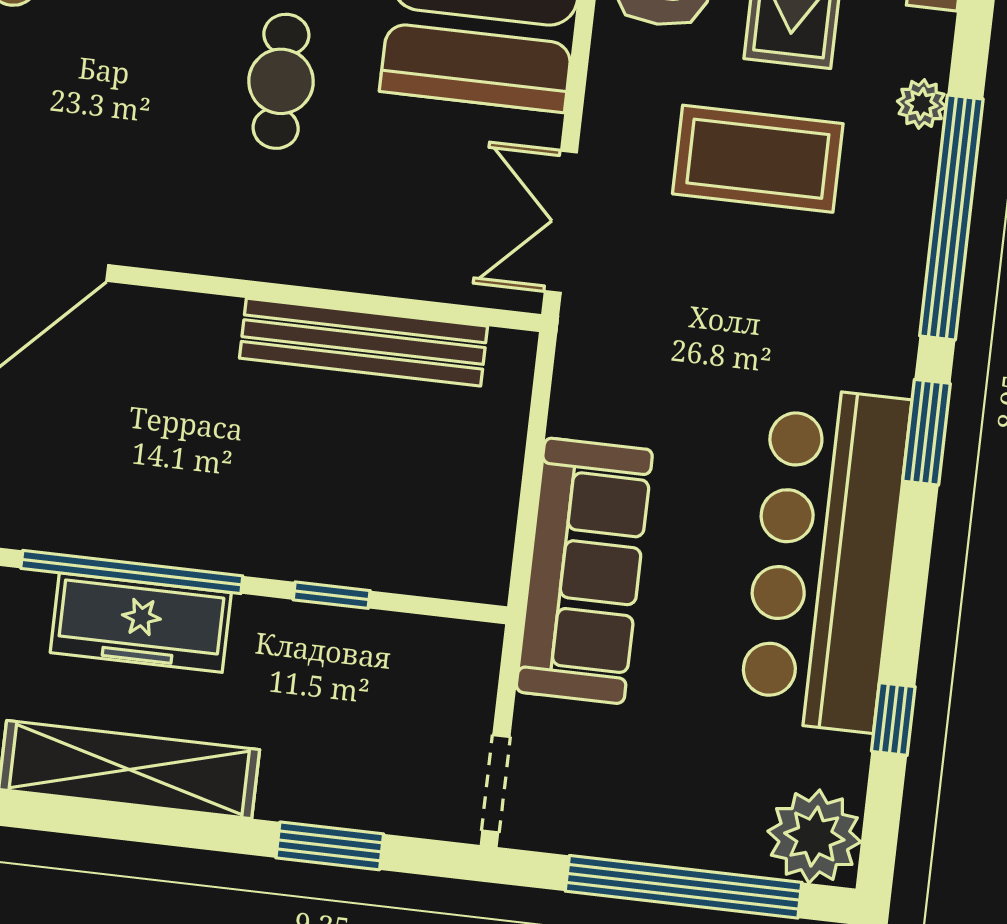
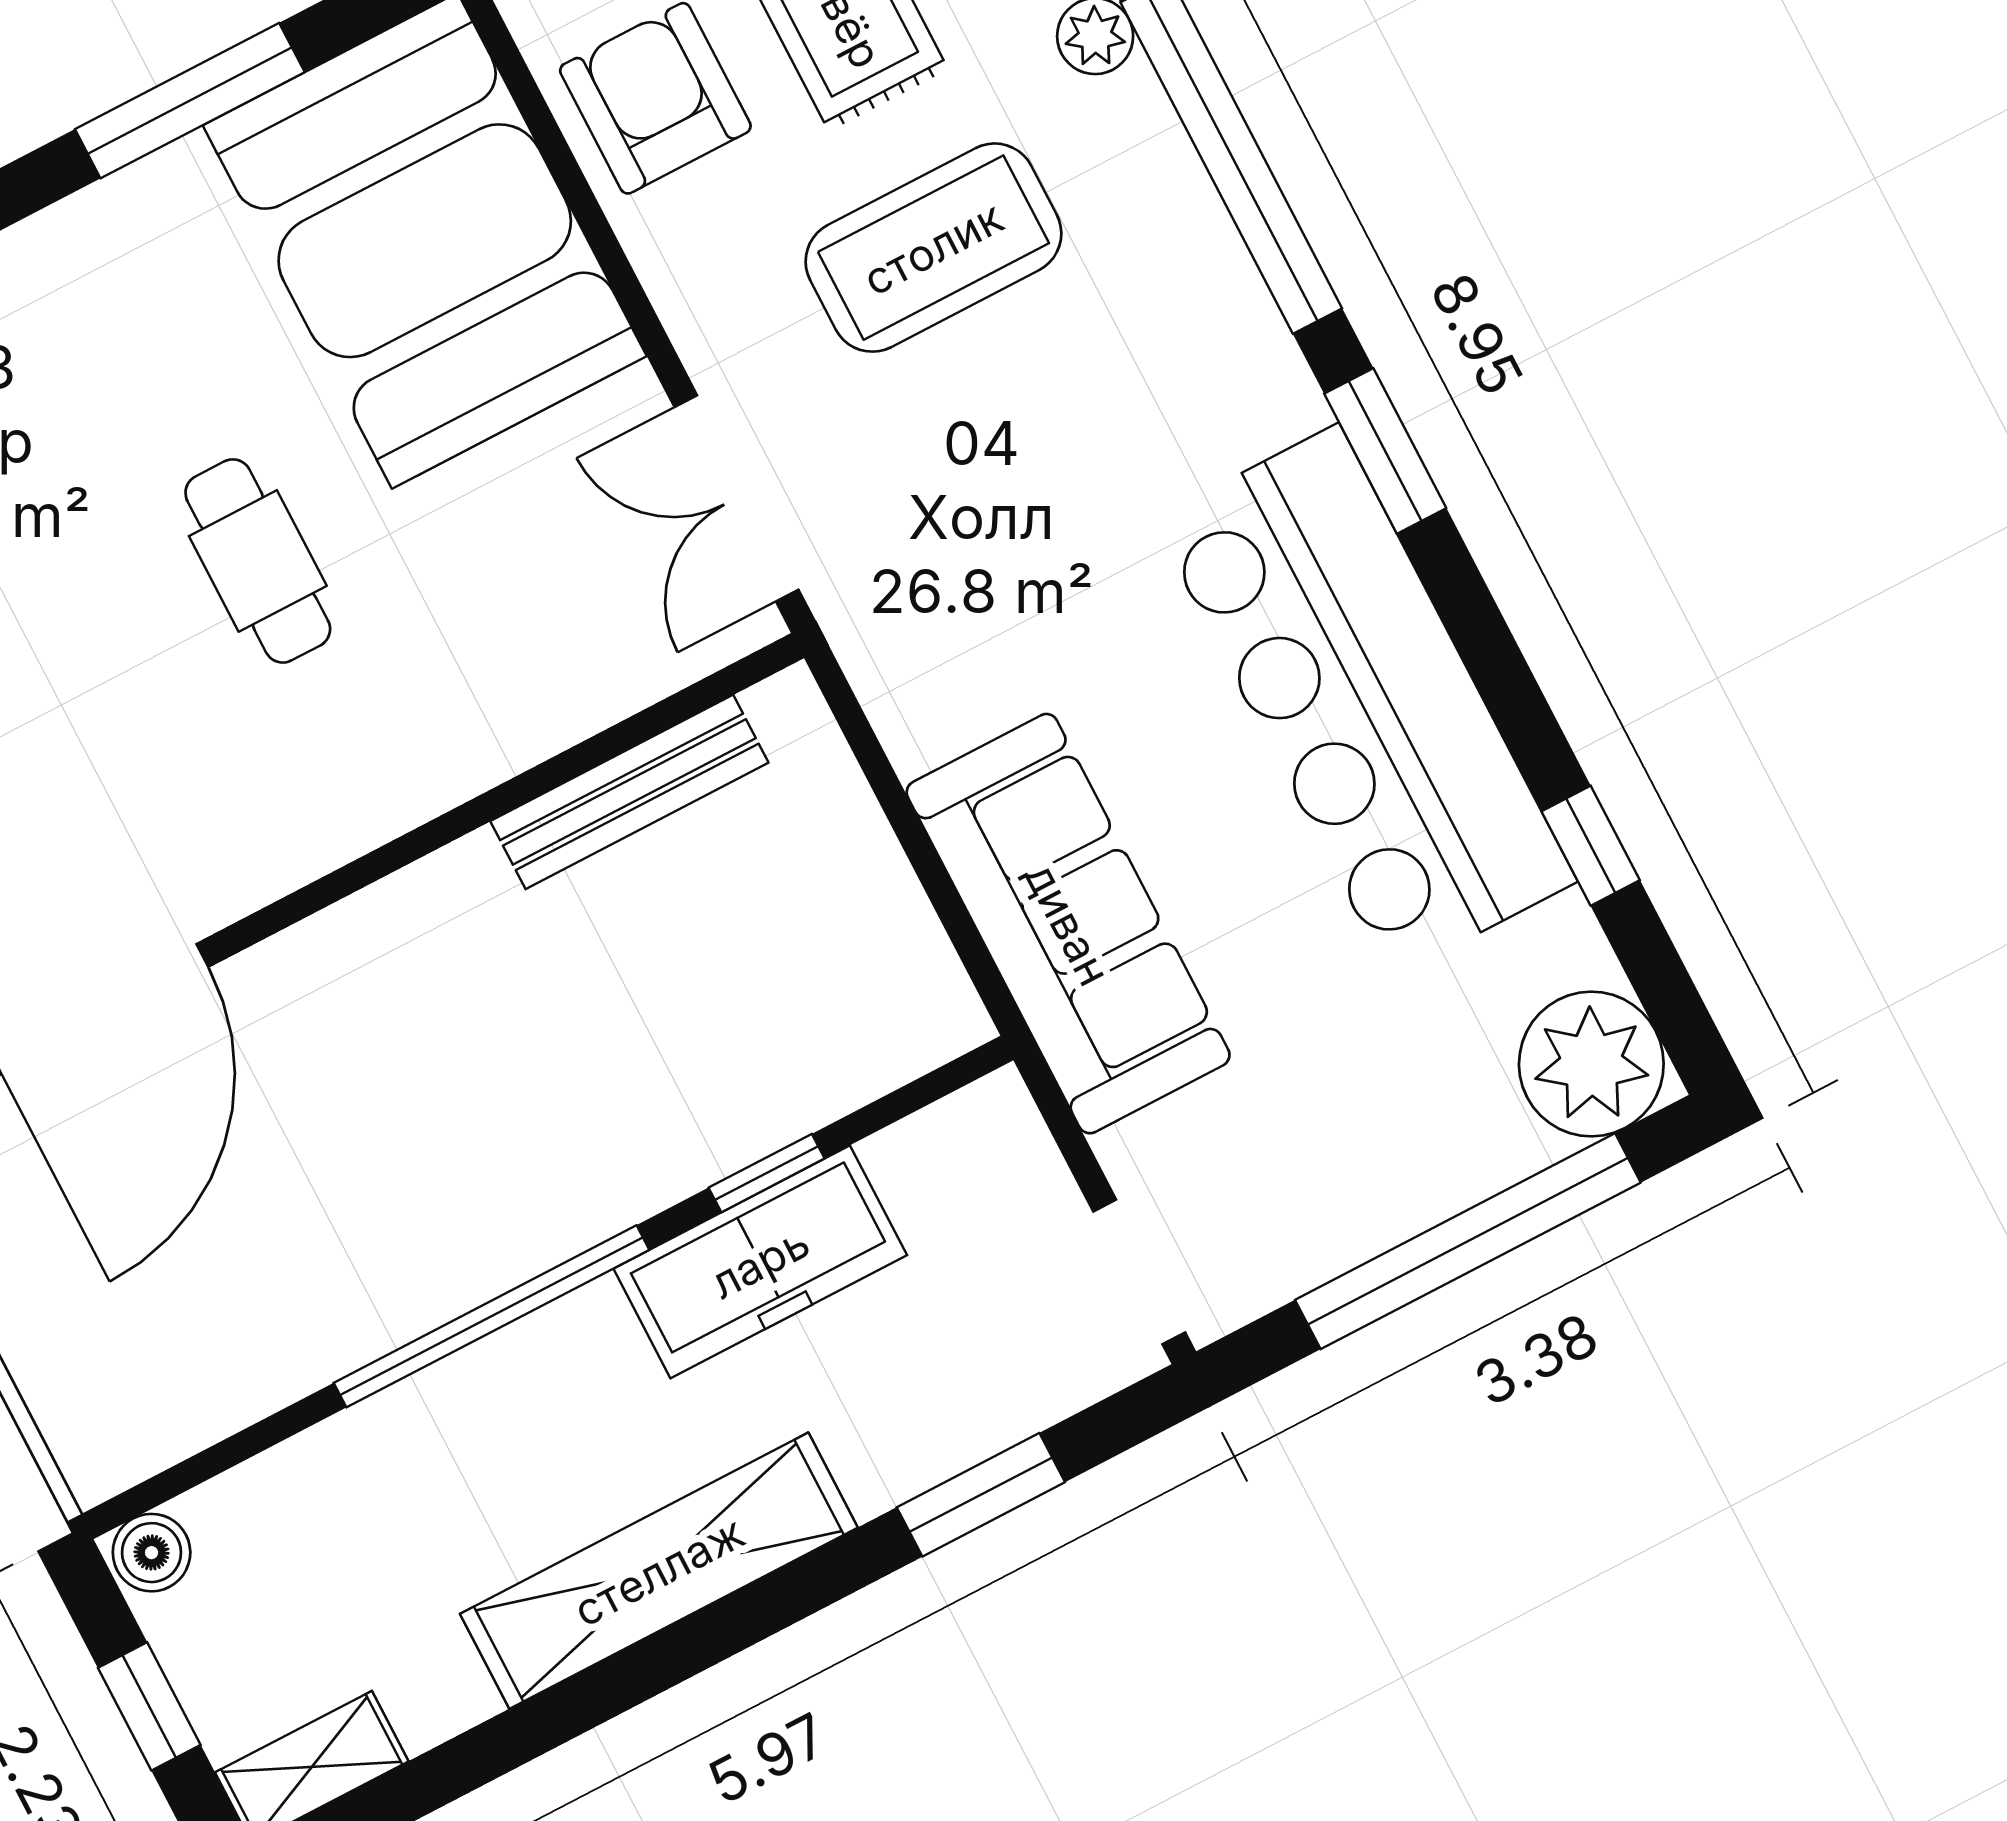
bench: (364, 342) -> (629, 792), width x0.73, depth x0.82
freezer: (141, 623) -> (760, 1262), moved

